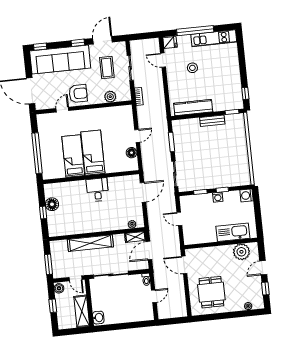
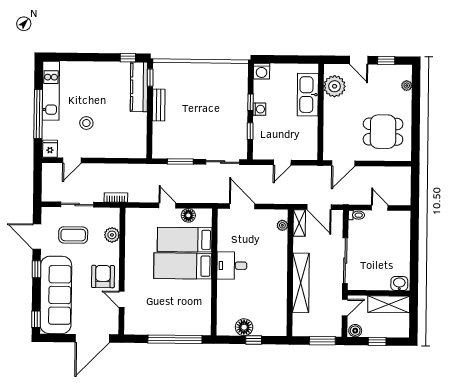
kitchen counter: (193, 108) -> (139, 87), moved
bed: (73, 156) -> (185, 240), moved

